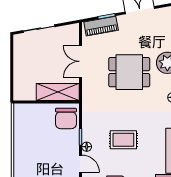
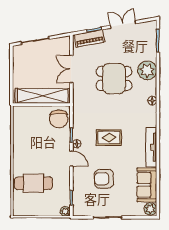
shelving: (58, 92) -> (43, 96), width x1.47

